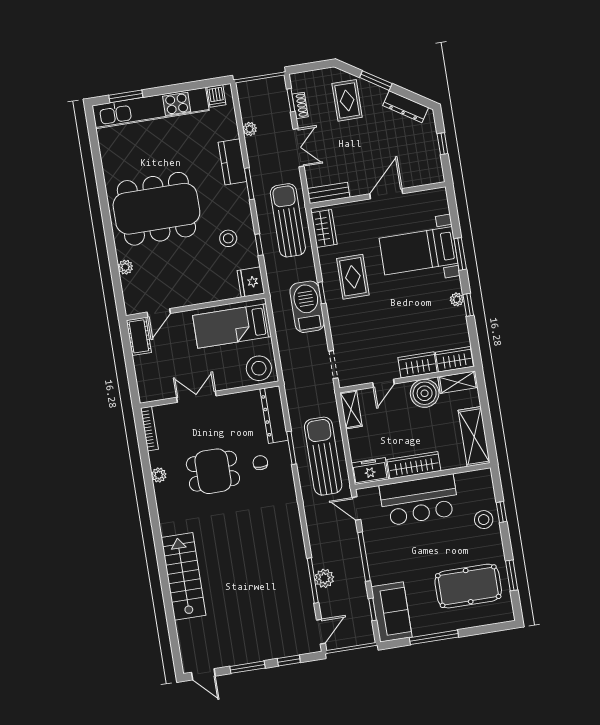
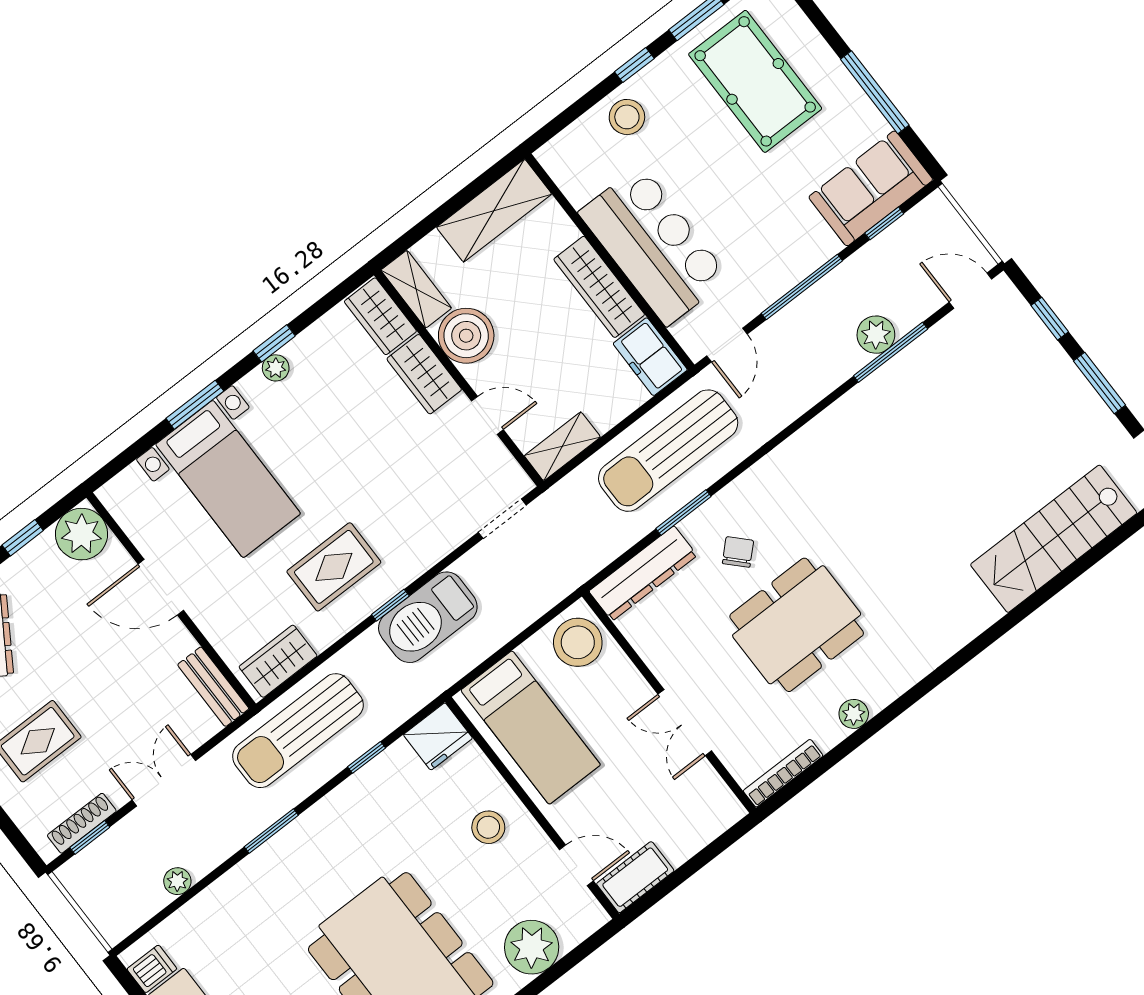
shoe rack: (300, 105) -> (82, 823), width x1.43
kitchen counter: (232, 162) -> (250, 880), removed
plant: (430, 171) -> (82, 534), added
stool: (228, 238) -> (488, 827), moved
plant: (125, 267) -> (532, 947), width x1.87, depth x1.87
chair: (260, 463) -> (738, 552), turned 136
dining table: (213, 471) -> (797, 625), width x1.37
window: (501, 512) -> (634, 65), moved
stairs: (184, 576) -> (1054, 539), moved

